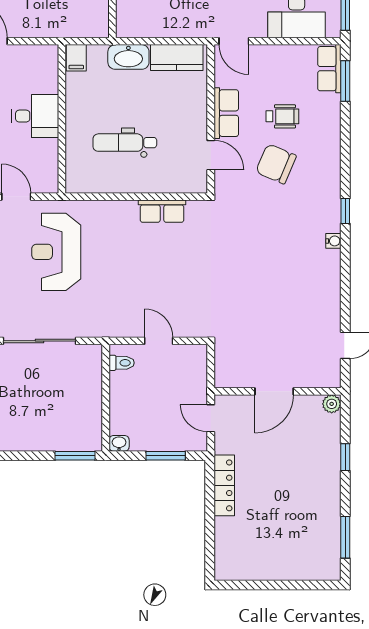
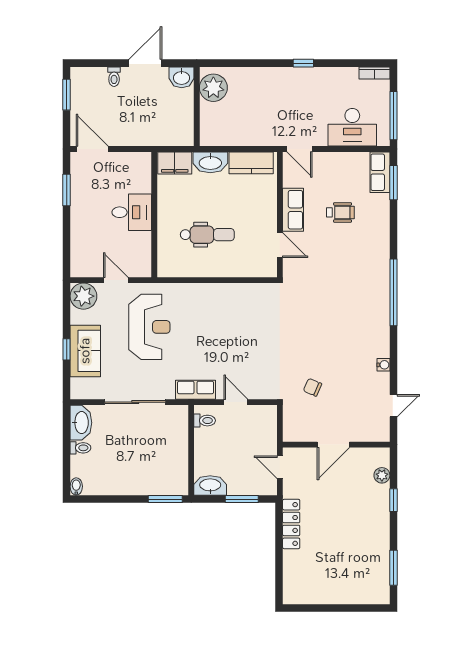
filing cabinet: (76, 58) -> (175, 163), width x2.00
dental chair: (125, 143) -> (207, 235), turned 180
chair: (276, 164) -> (312, 387), moved, width x0.54, depth x0.54
row of seats: (162, 211) -> (196, 390), moved, turned 180
window: (345, 211) -> (393, 292), width x3.17
water cooler: (333, 241) -> (383, 365), moved
reception desk: (56, 252) -> (149, 327), turned 180
plant: (332, 404) -> (382, 475), moved
washbasin: (119, 443) -> (210, 485), width x1.91, depth x1.45

